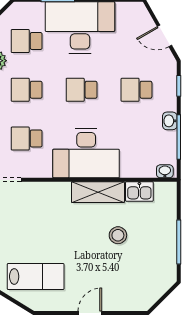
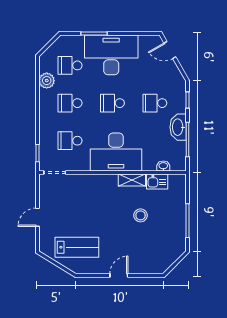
door: (164, 36) -> (170, 50), moved
washbasin: (170, 121) -> (178, 127), width x1.91, depth x1.45
washbasin: (165, 171) -> (163, 166), moved
shelving: (98, 192) -> (132, 180), width x0.67, depth x0.75

